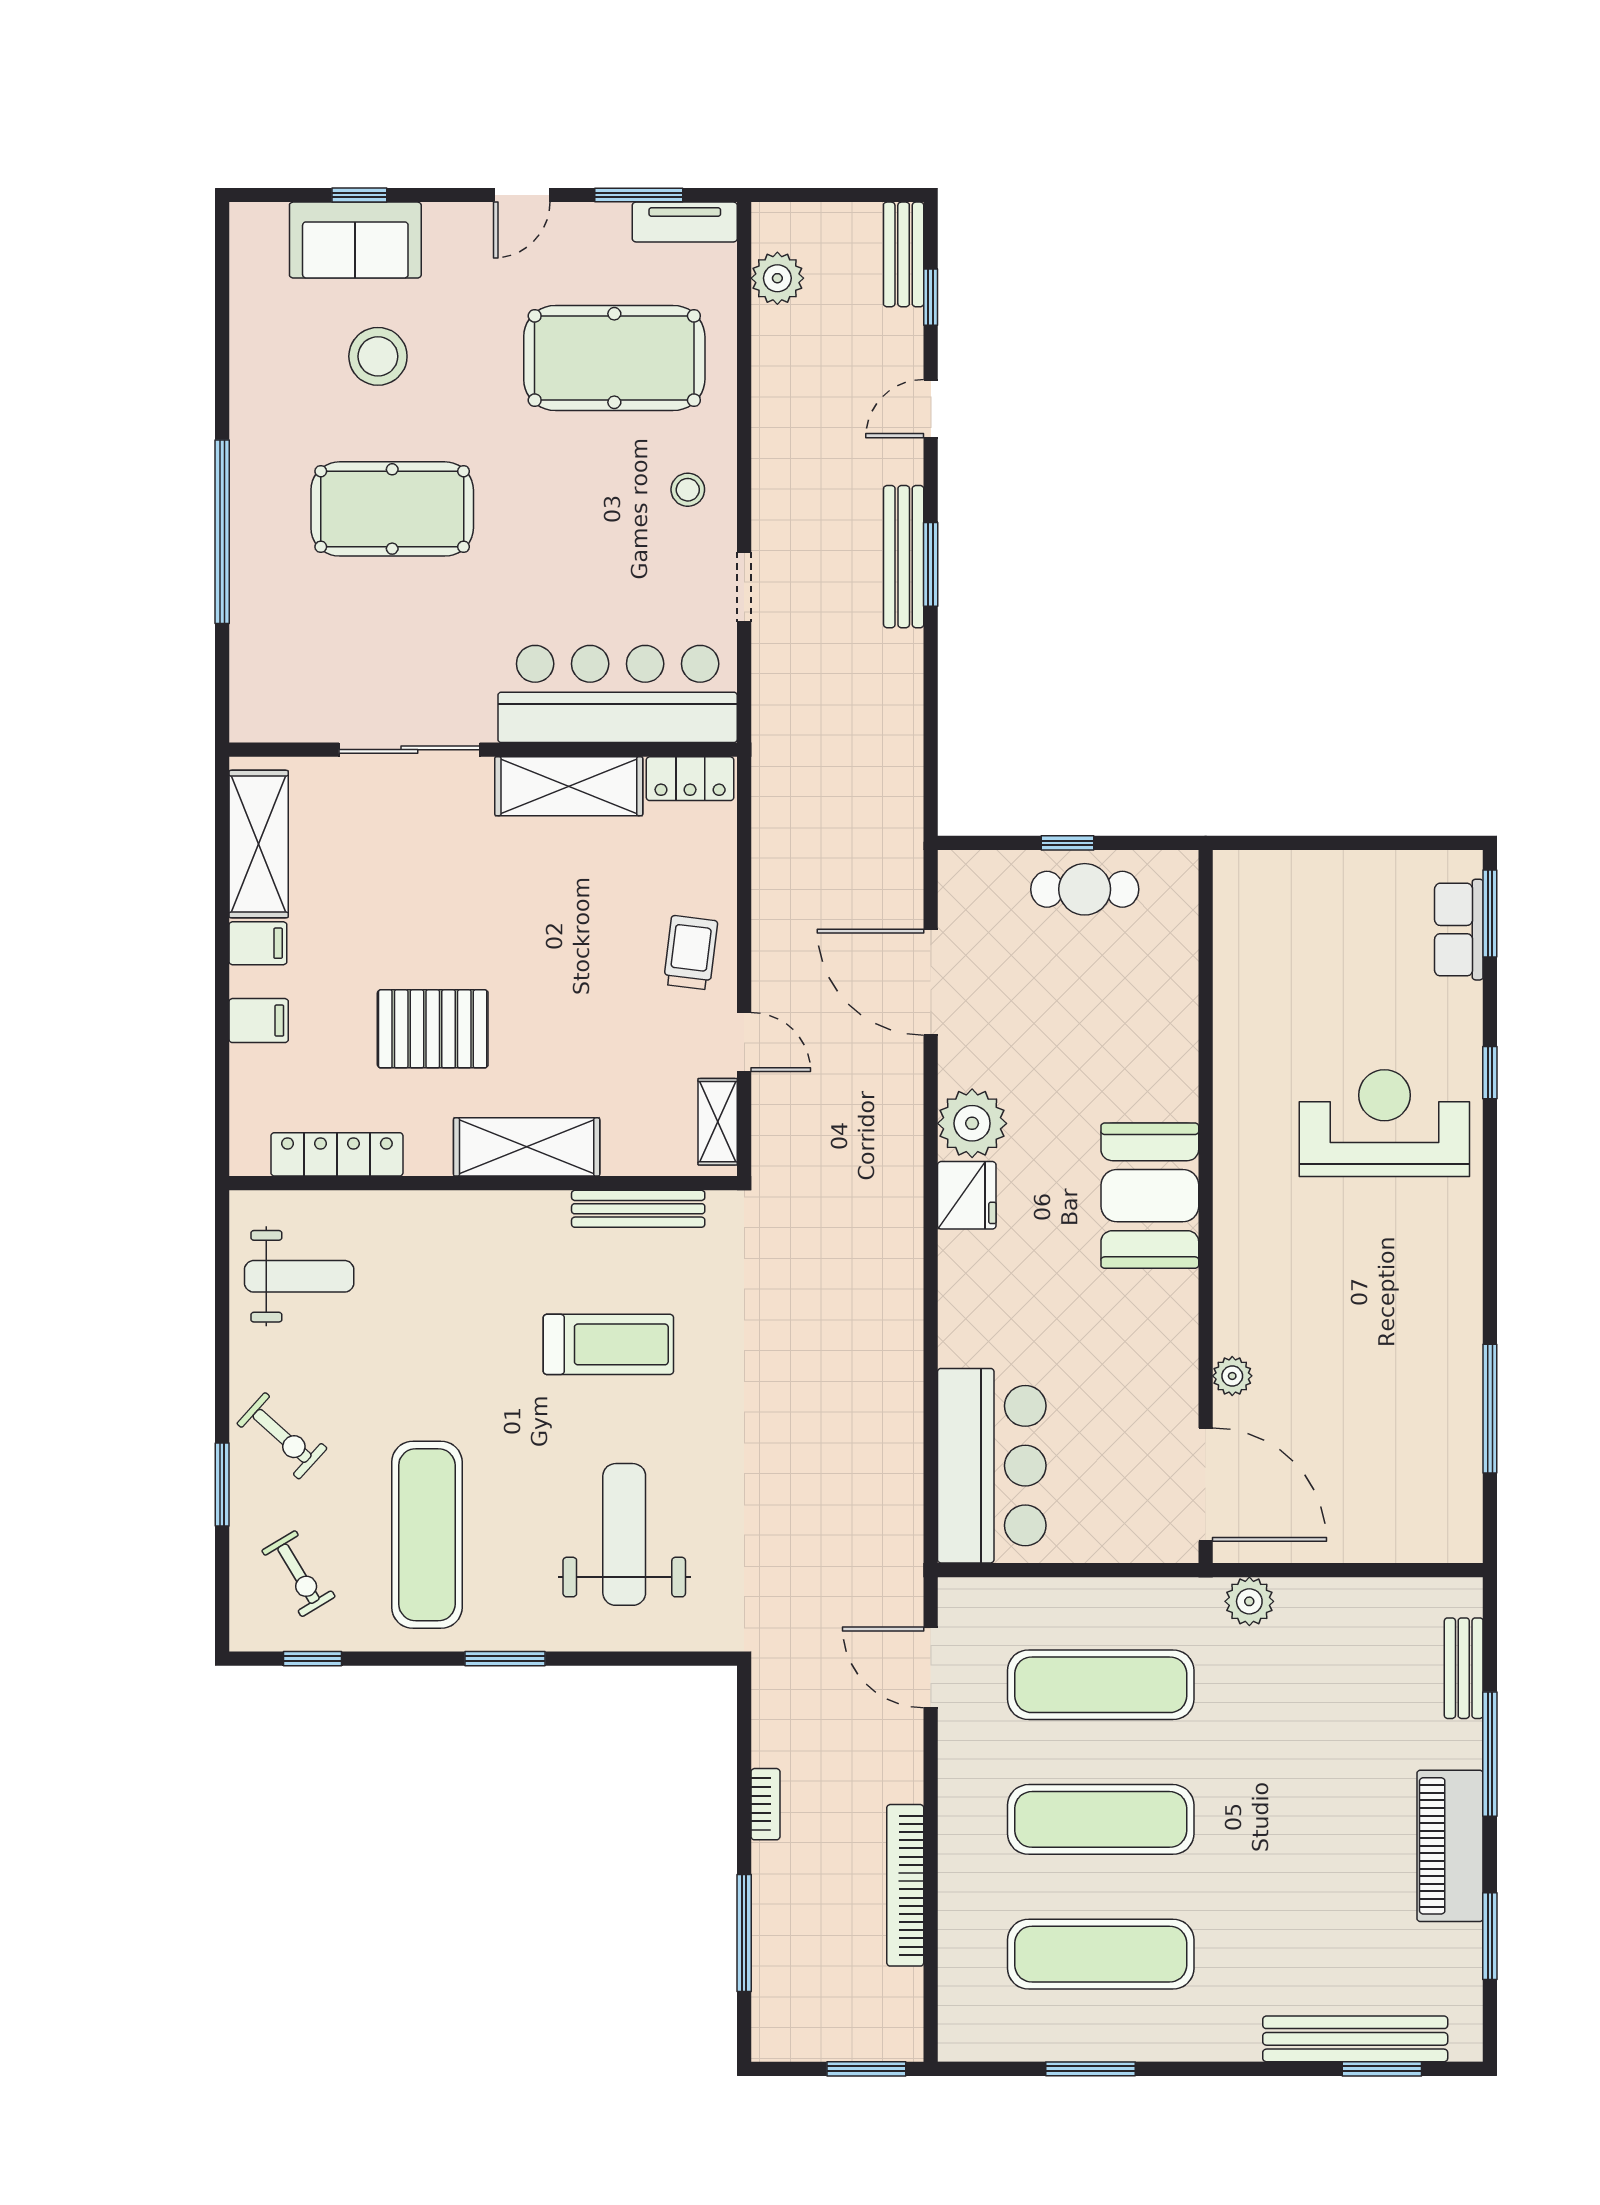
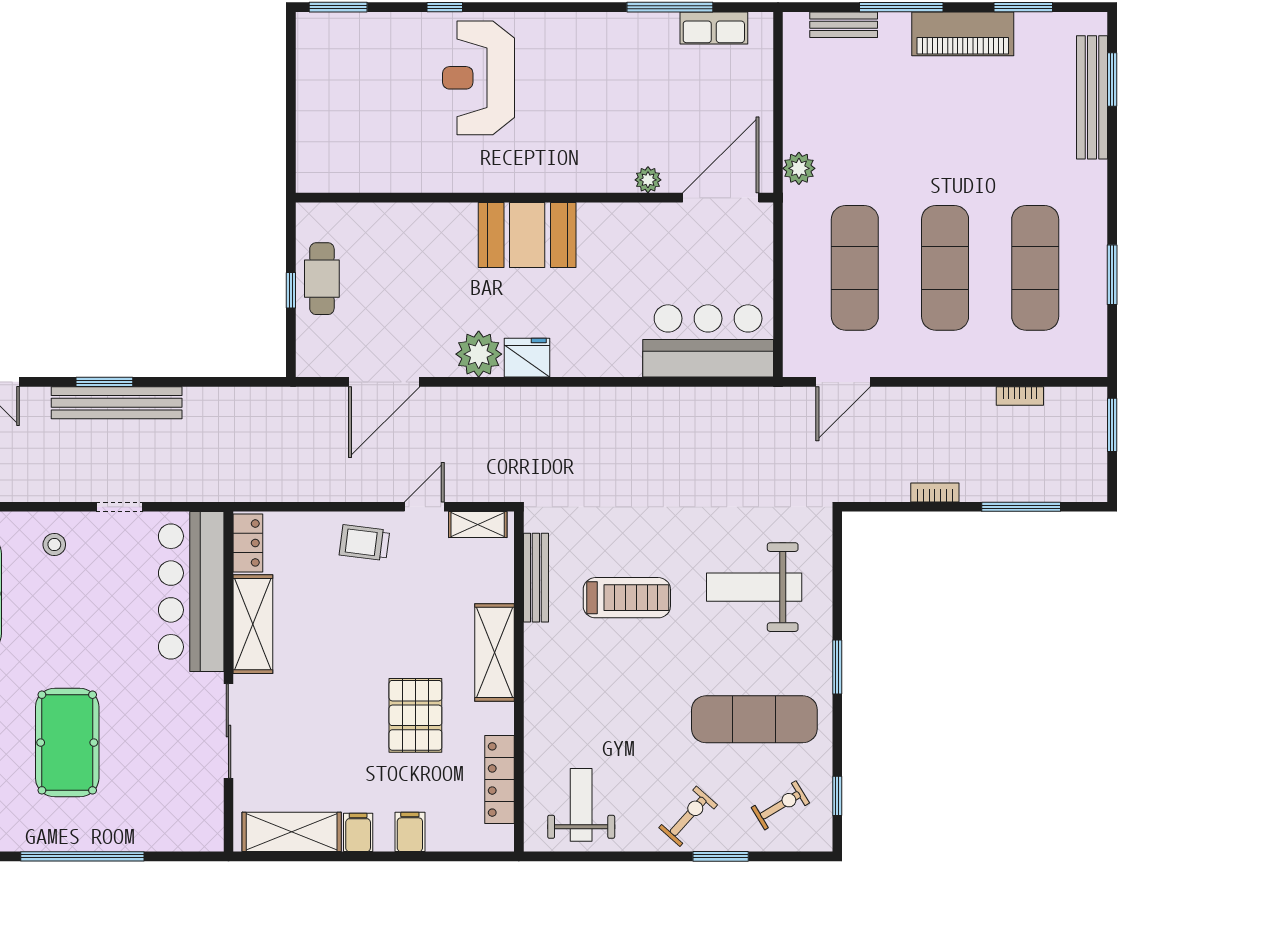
bench: (904, 557) -> (117, 403), width x1.37, depth x1.21
row of seats: (1459, 930) -> (714, 28), moved
treadmill: (608, 1344) -> (627, 598), turned 90
bookcase: (905, 1885) -> (1020, 396), width x0.43, depth x0.76

